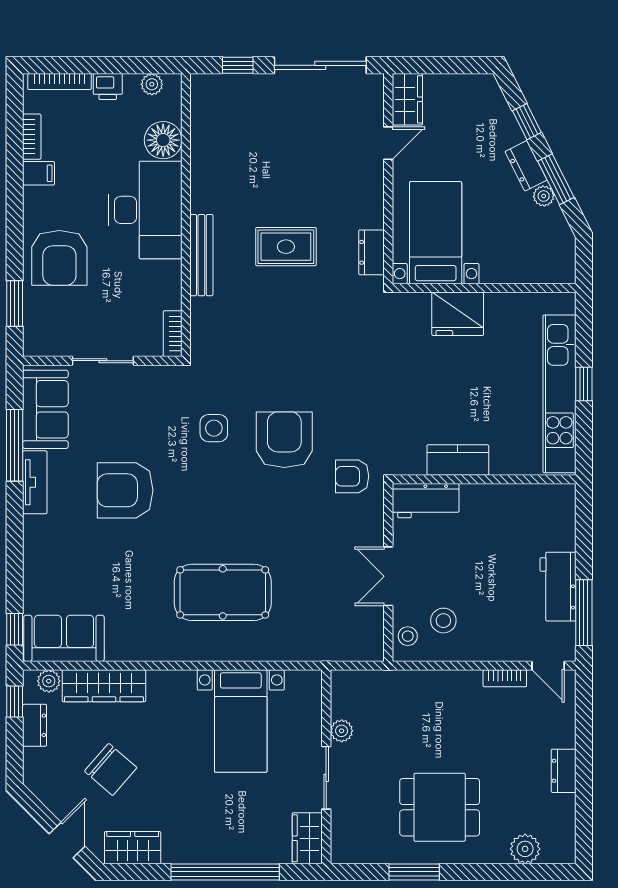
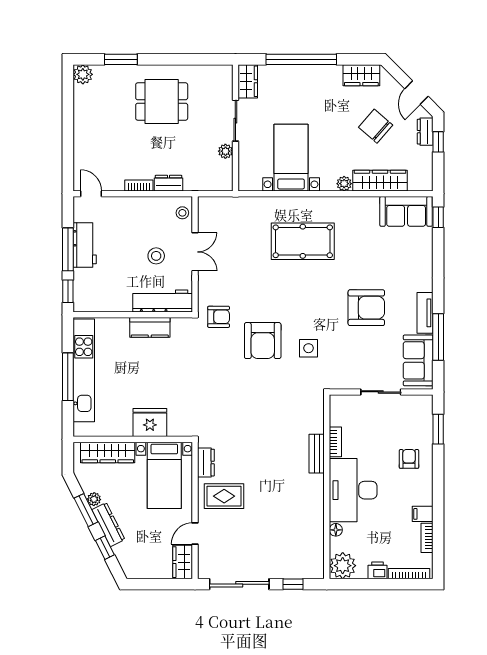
plant: (152, 84) -> (343, 566), width x1.88, depth x1.88
floor lamp: (163, 140) -> (336, 530), width x0.53, depth x0.53
dresser: (526, 166) -> (108, 525), width x1.44
rug: (286, 247) -> (224, 496), moved
bench: (201, 255) -> (317, 454), width x0.73
armchair: (59, 258) -> (409, 459), width x0.53, depth x0.53
wardrobe: (522, 268) -> (108, 452), added
bookcase: (173, 334) -> (335, 442), moved
window: (584, 384) -> (68, 377), width x2.17
workbench: (426, 501) -> (163, 301), width x1.37
window: (584, 516) -> (68, 291), added
window: (584, 613) -> (68, 249), moved
stool: (443, 621) -> (156, 256), moved
bookcase: (505, 678) -> (139, 185), moved
plant: (49, 681) -> (344, 184), moved
window: (15, 702) -> (438, 142), moved
dresser: (35, 725) -> (425, 132), moved
dresser: (564, 771) -> (169, 183), moved, turned -90
door: (67, 840) -> (416, 92), moved
plant: (525, 849) -> (83, 74), moved
window: (414, 872) -> (121, 59), moved

